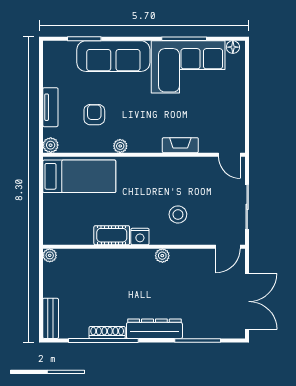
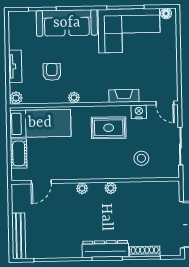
rug: (161, 183) -> (109, 128), added
stool: (178, 215) -> (141, 158), moved
cot: (112, 235) -> (19, 153), moved, turned 90
nightstand: (140, 237) -> (139, 112), moved, turned 180
door: (228, 247) -> (41, 182), moved
plant: (50, 255) -> (82, 188), moved
bench: (51, 318) -> (19, 236), width x1.36
shoe rack: (107, 333) -> (145, 251), moved

